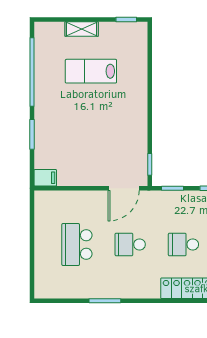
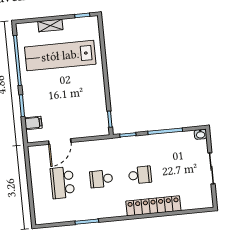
lab bench: (91, 71) -> (60, 56), width x1.86, depth x1.39
filing cabinet: (45, 178) -> (33, 123), moved
door: (124, 188) -> (60, 142), moved
school desk: (183, 244) -> (140, 175), turned 180

